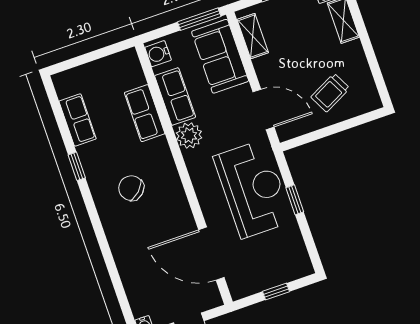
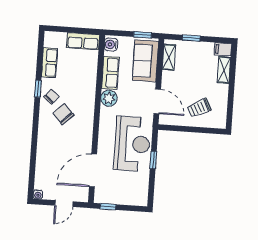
window: (199, 19) -> (143, 35), width x0.67
row of seats: (145, 113) -> (83, 41), moved, turned -90
chair: (102, 170) -> (52, 97), added
door: (211, 254) -> (93, 170), hinge flipped
window: (276, 292) -> (108, 207), moved

